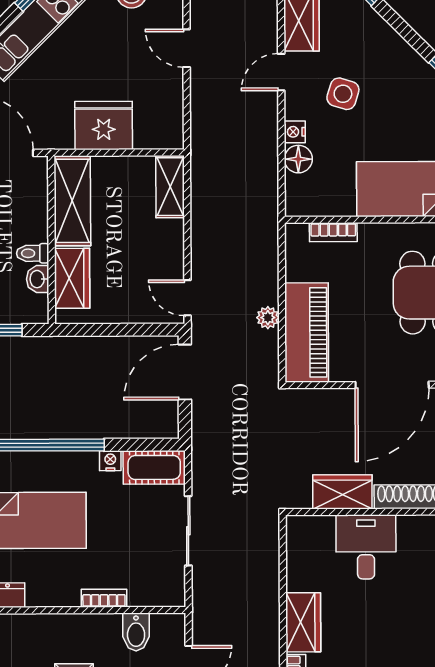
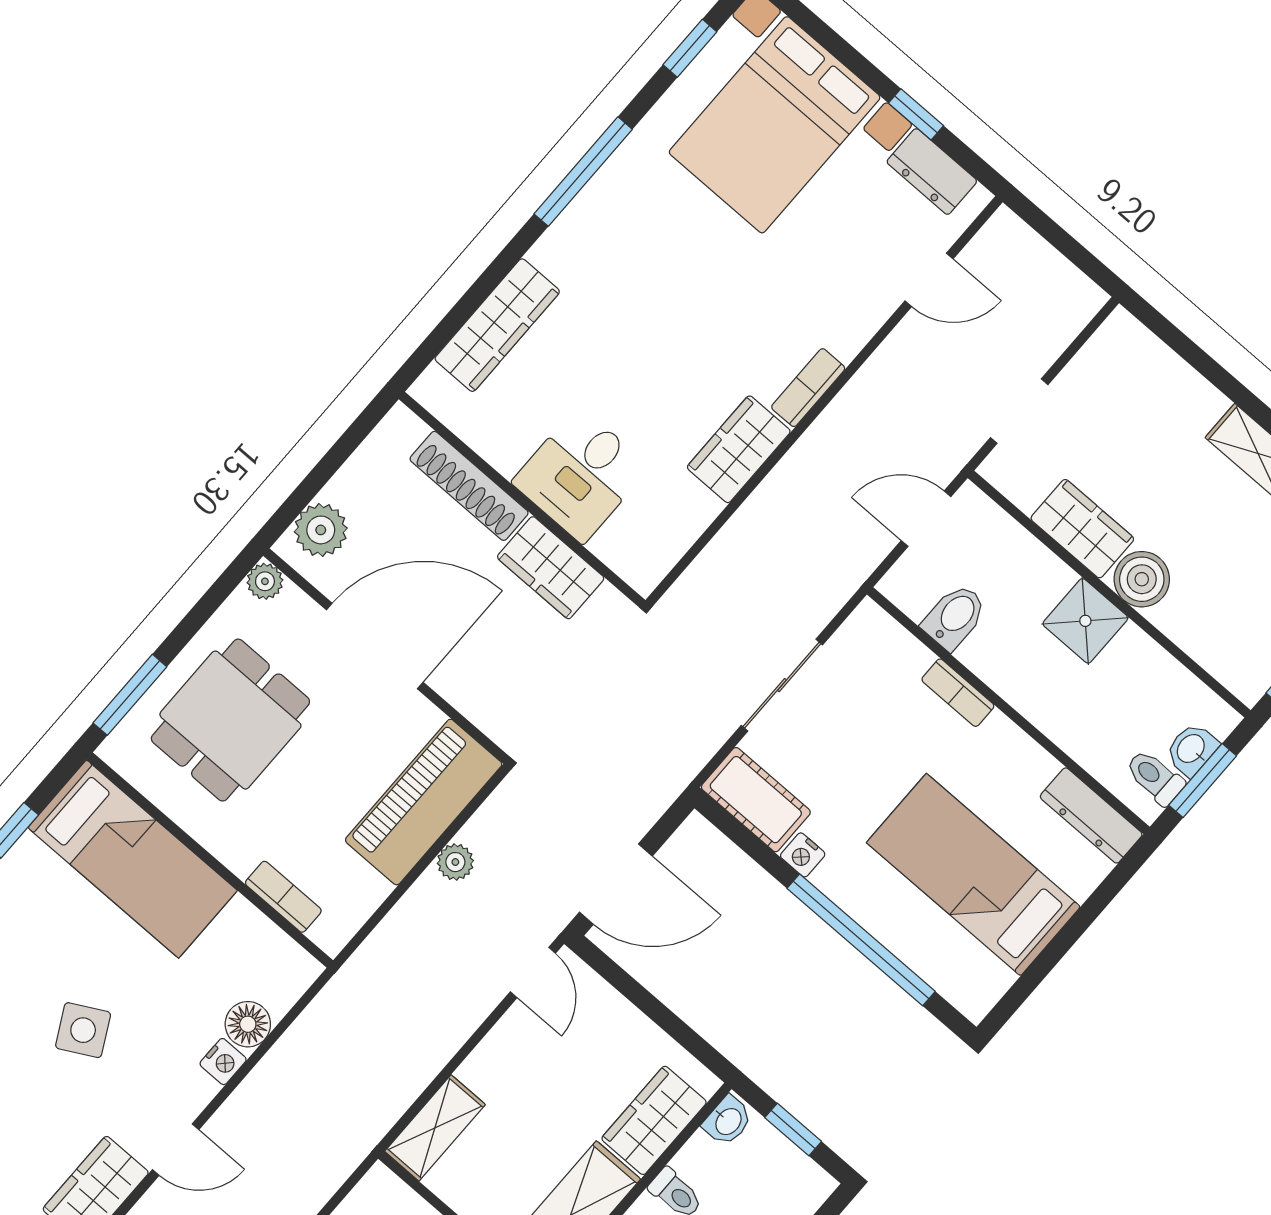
side table: (343, 94) -> (83, 1030), moved, turned 45
washbasin: (38, 279) -> (728, 1121), moved

